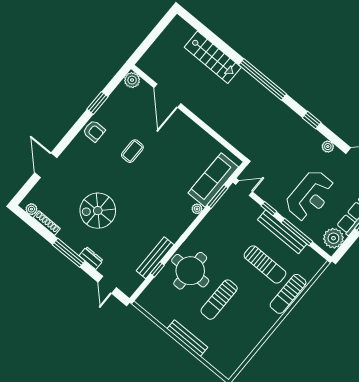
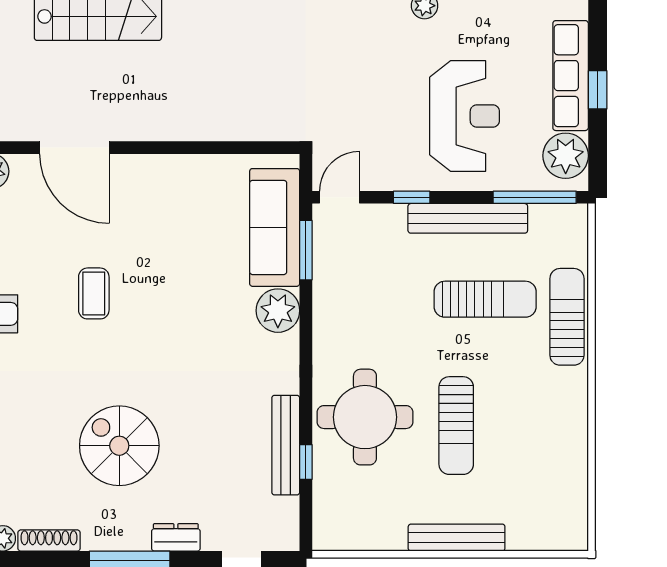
plant: (197, 209) -> (278, 311), width x1.88, depth x1.88
spiral stairs: (98, 211) -> (119, 446), turned 90
window: (297, 232) -> (535, 197), moved
sun lounger: (288, 294) -> (567, 317), turned 180

